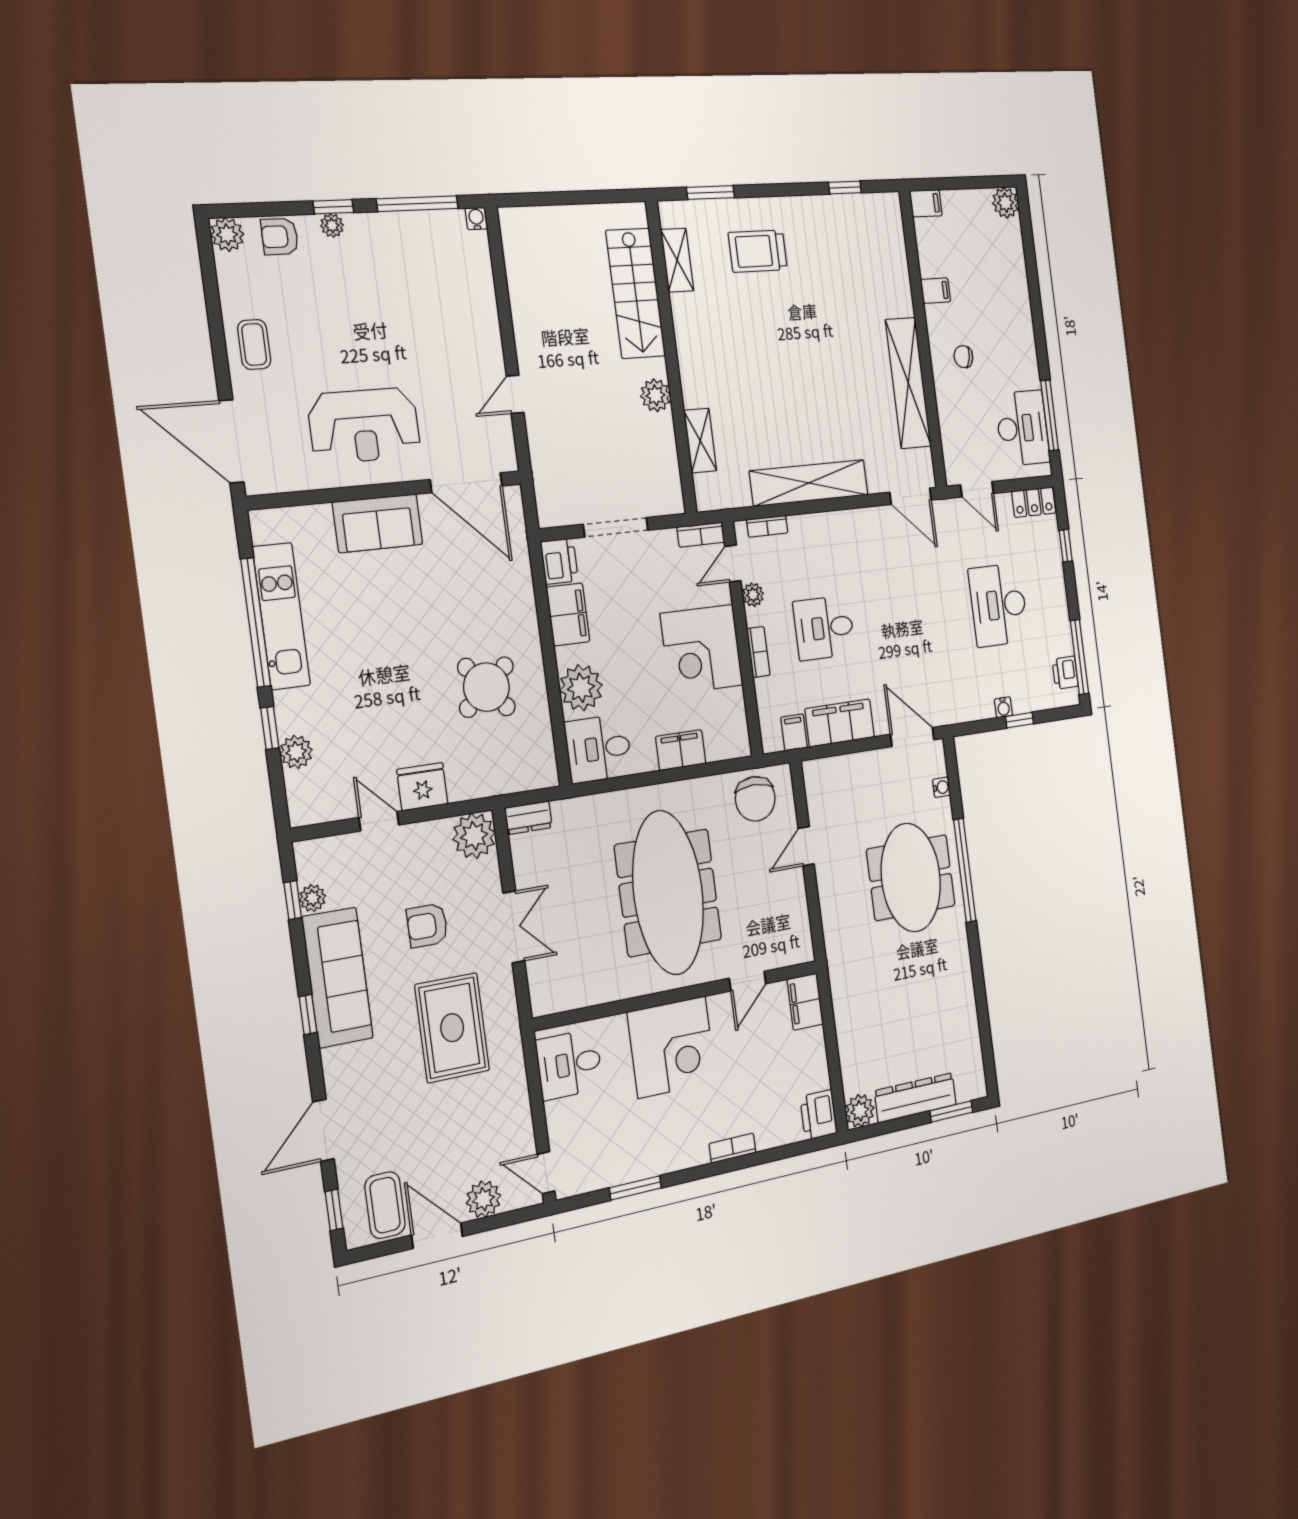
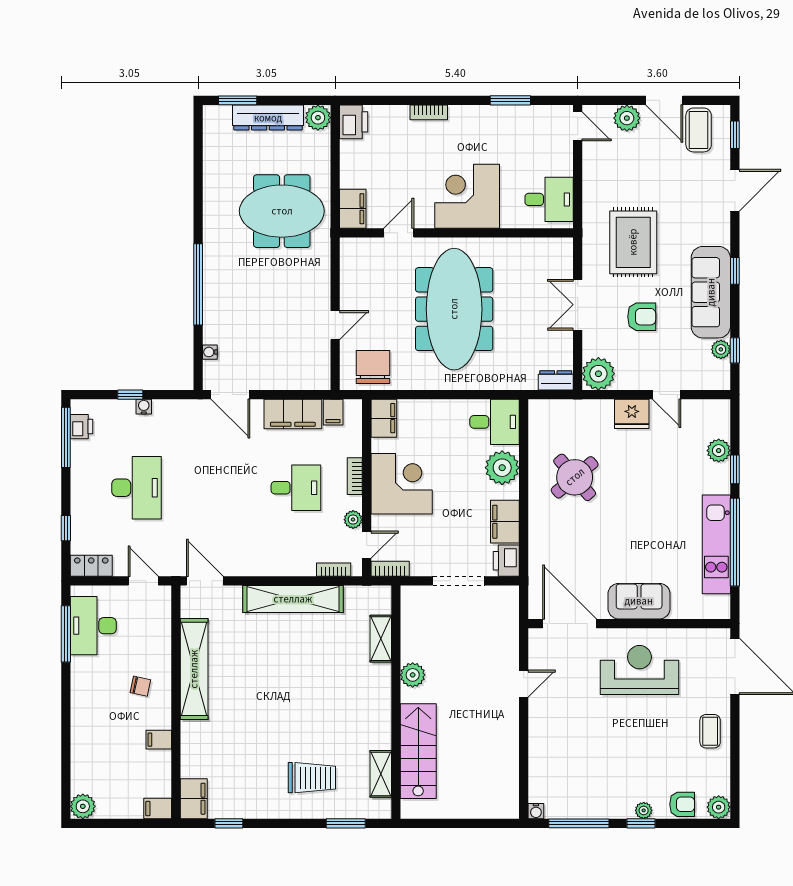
filing cabinet: (888, 217) -> (194, 799), added
filing cabinet: (681, 750) -> (384, 418), moved, turned -90
meeting table: (911, 878) -> (282, 211), moved, turned 90

